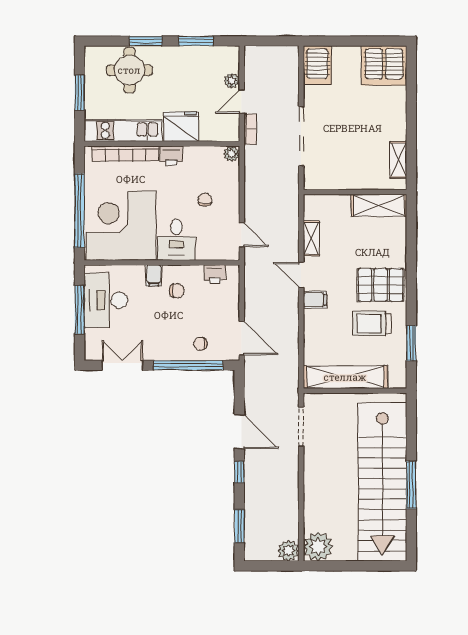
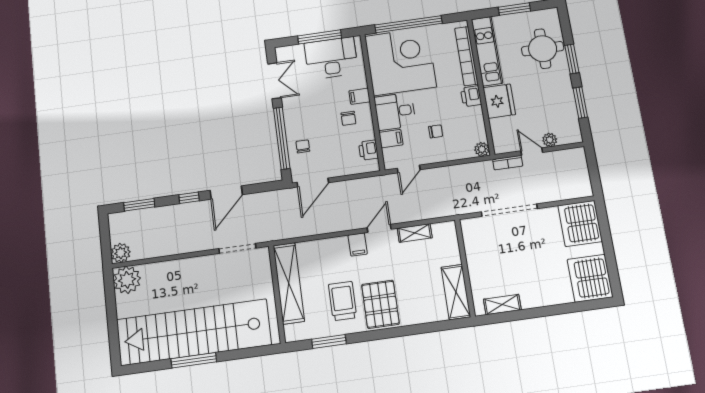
server rack: (317, 65) -> (580, 223), width x1.60
filing cabinet: (206, 248) -> (391, 139), added

